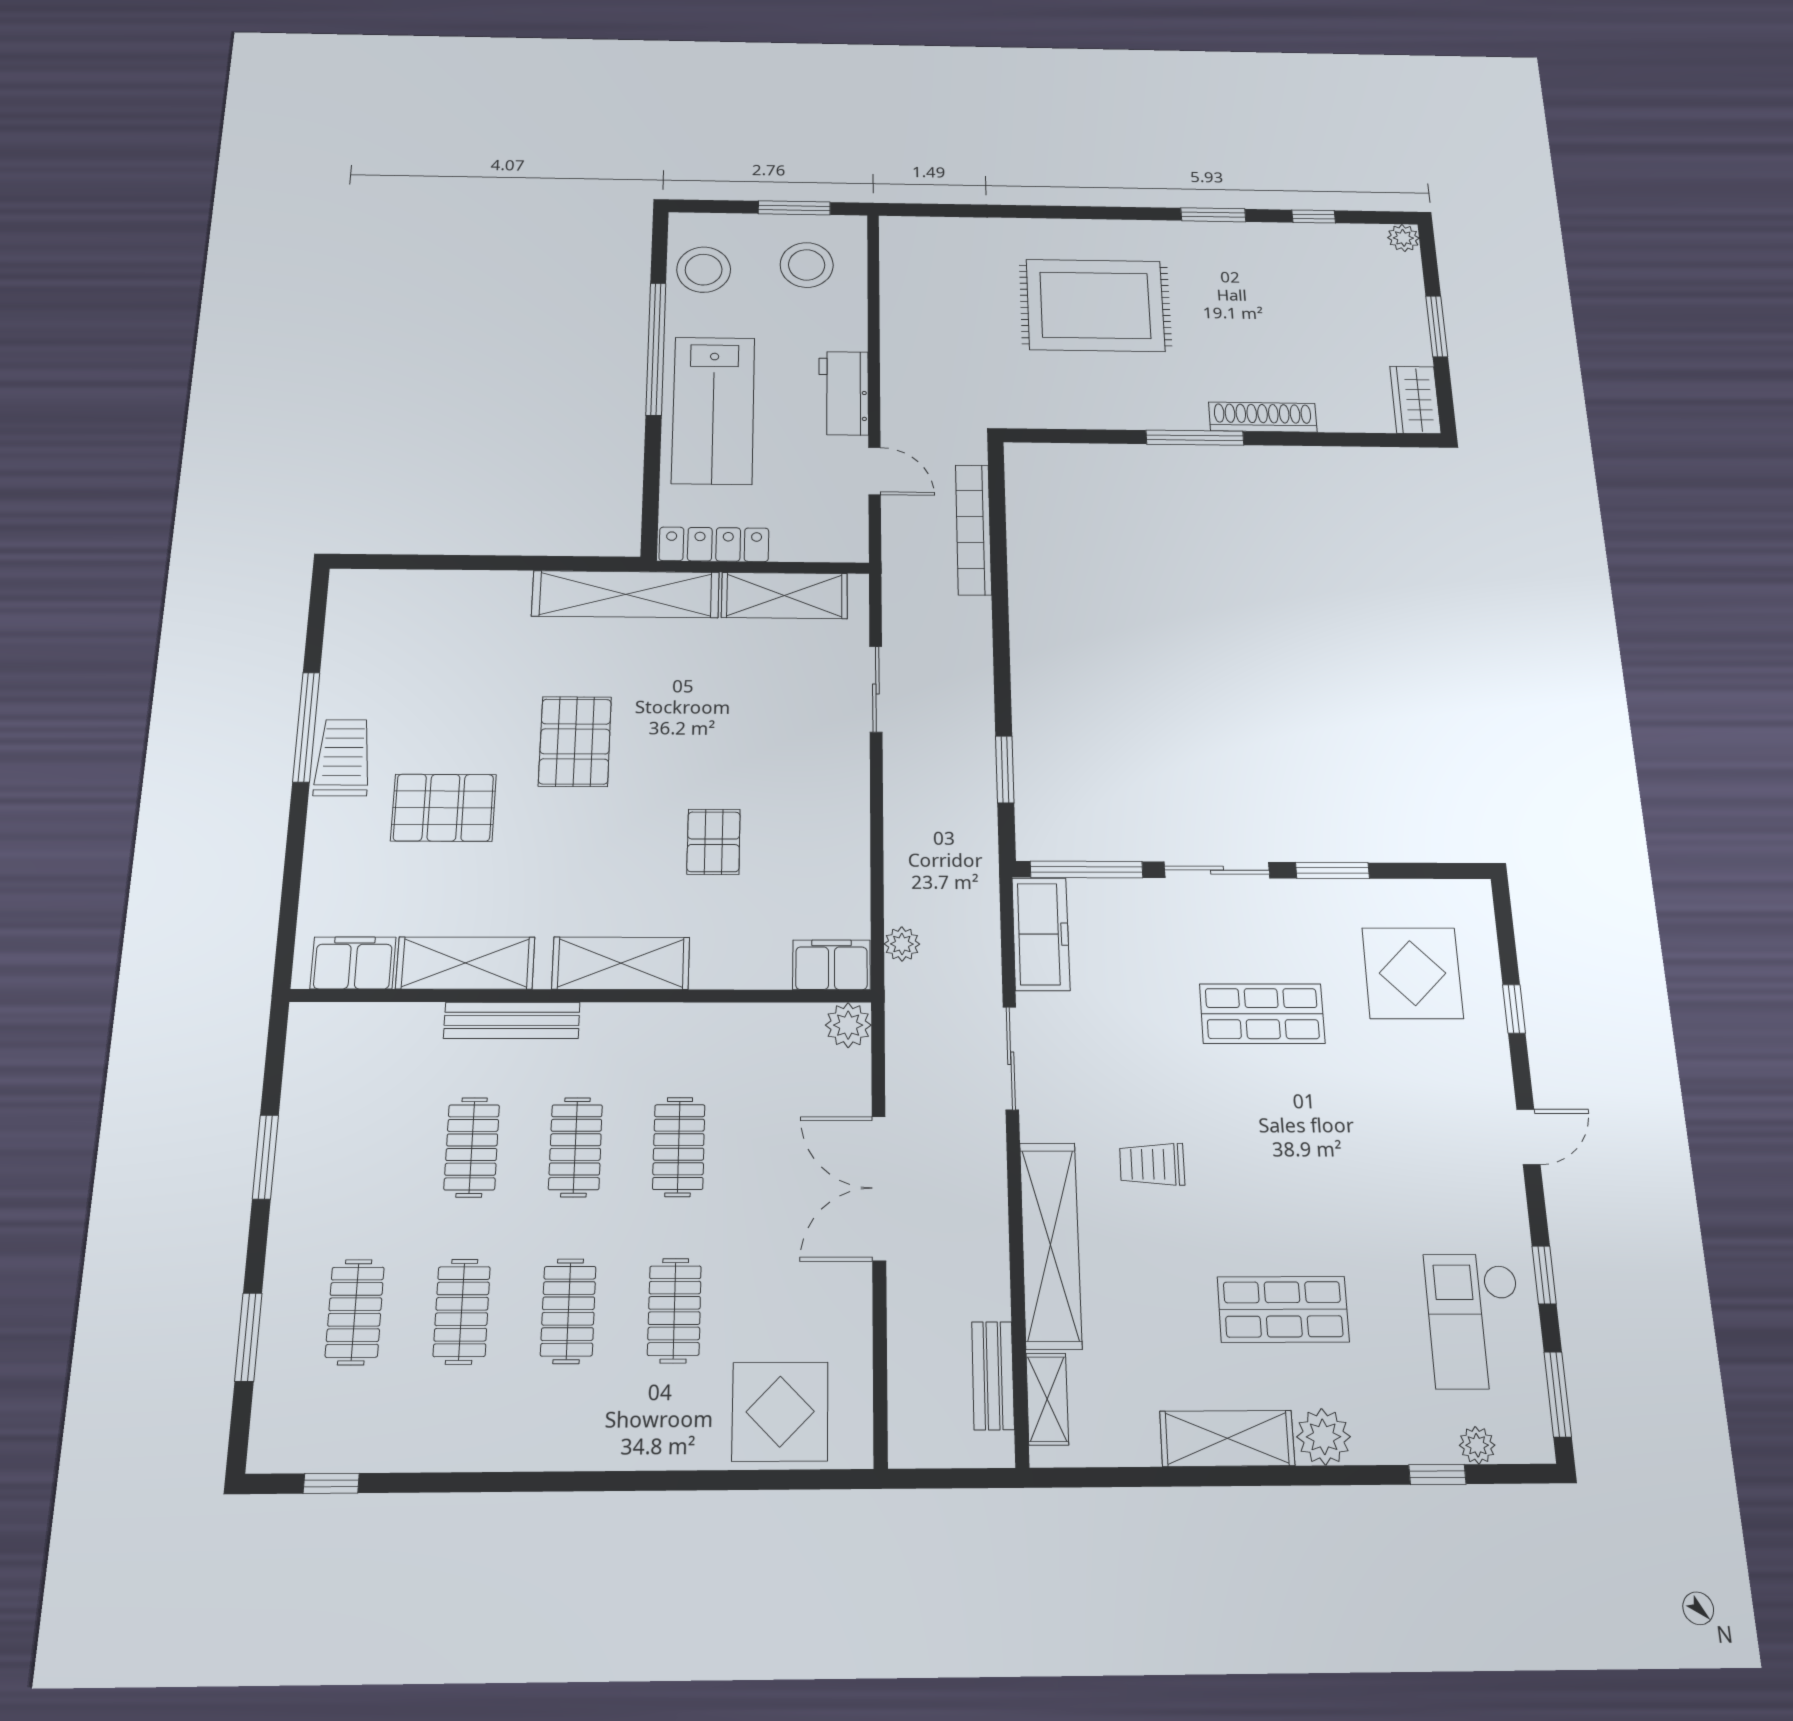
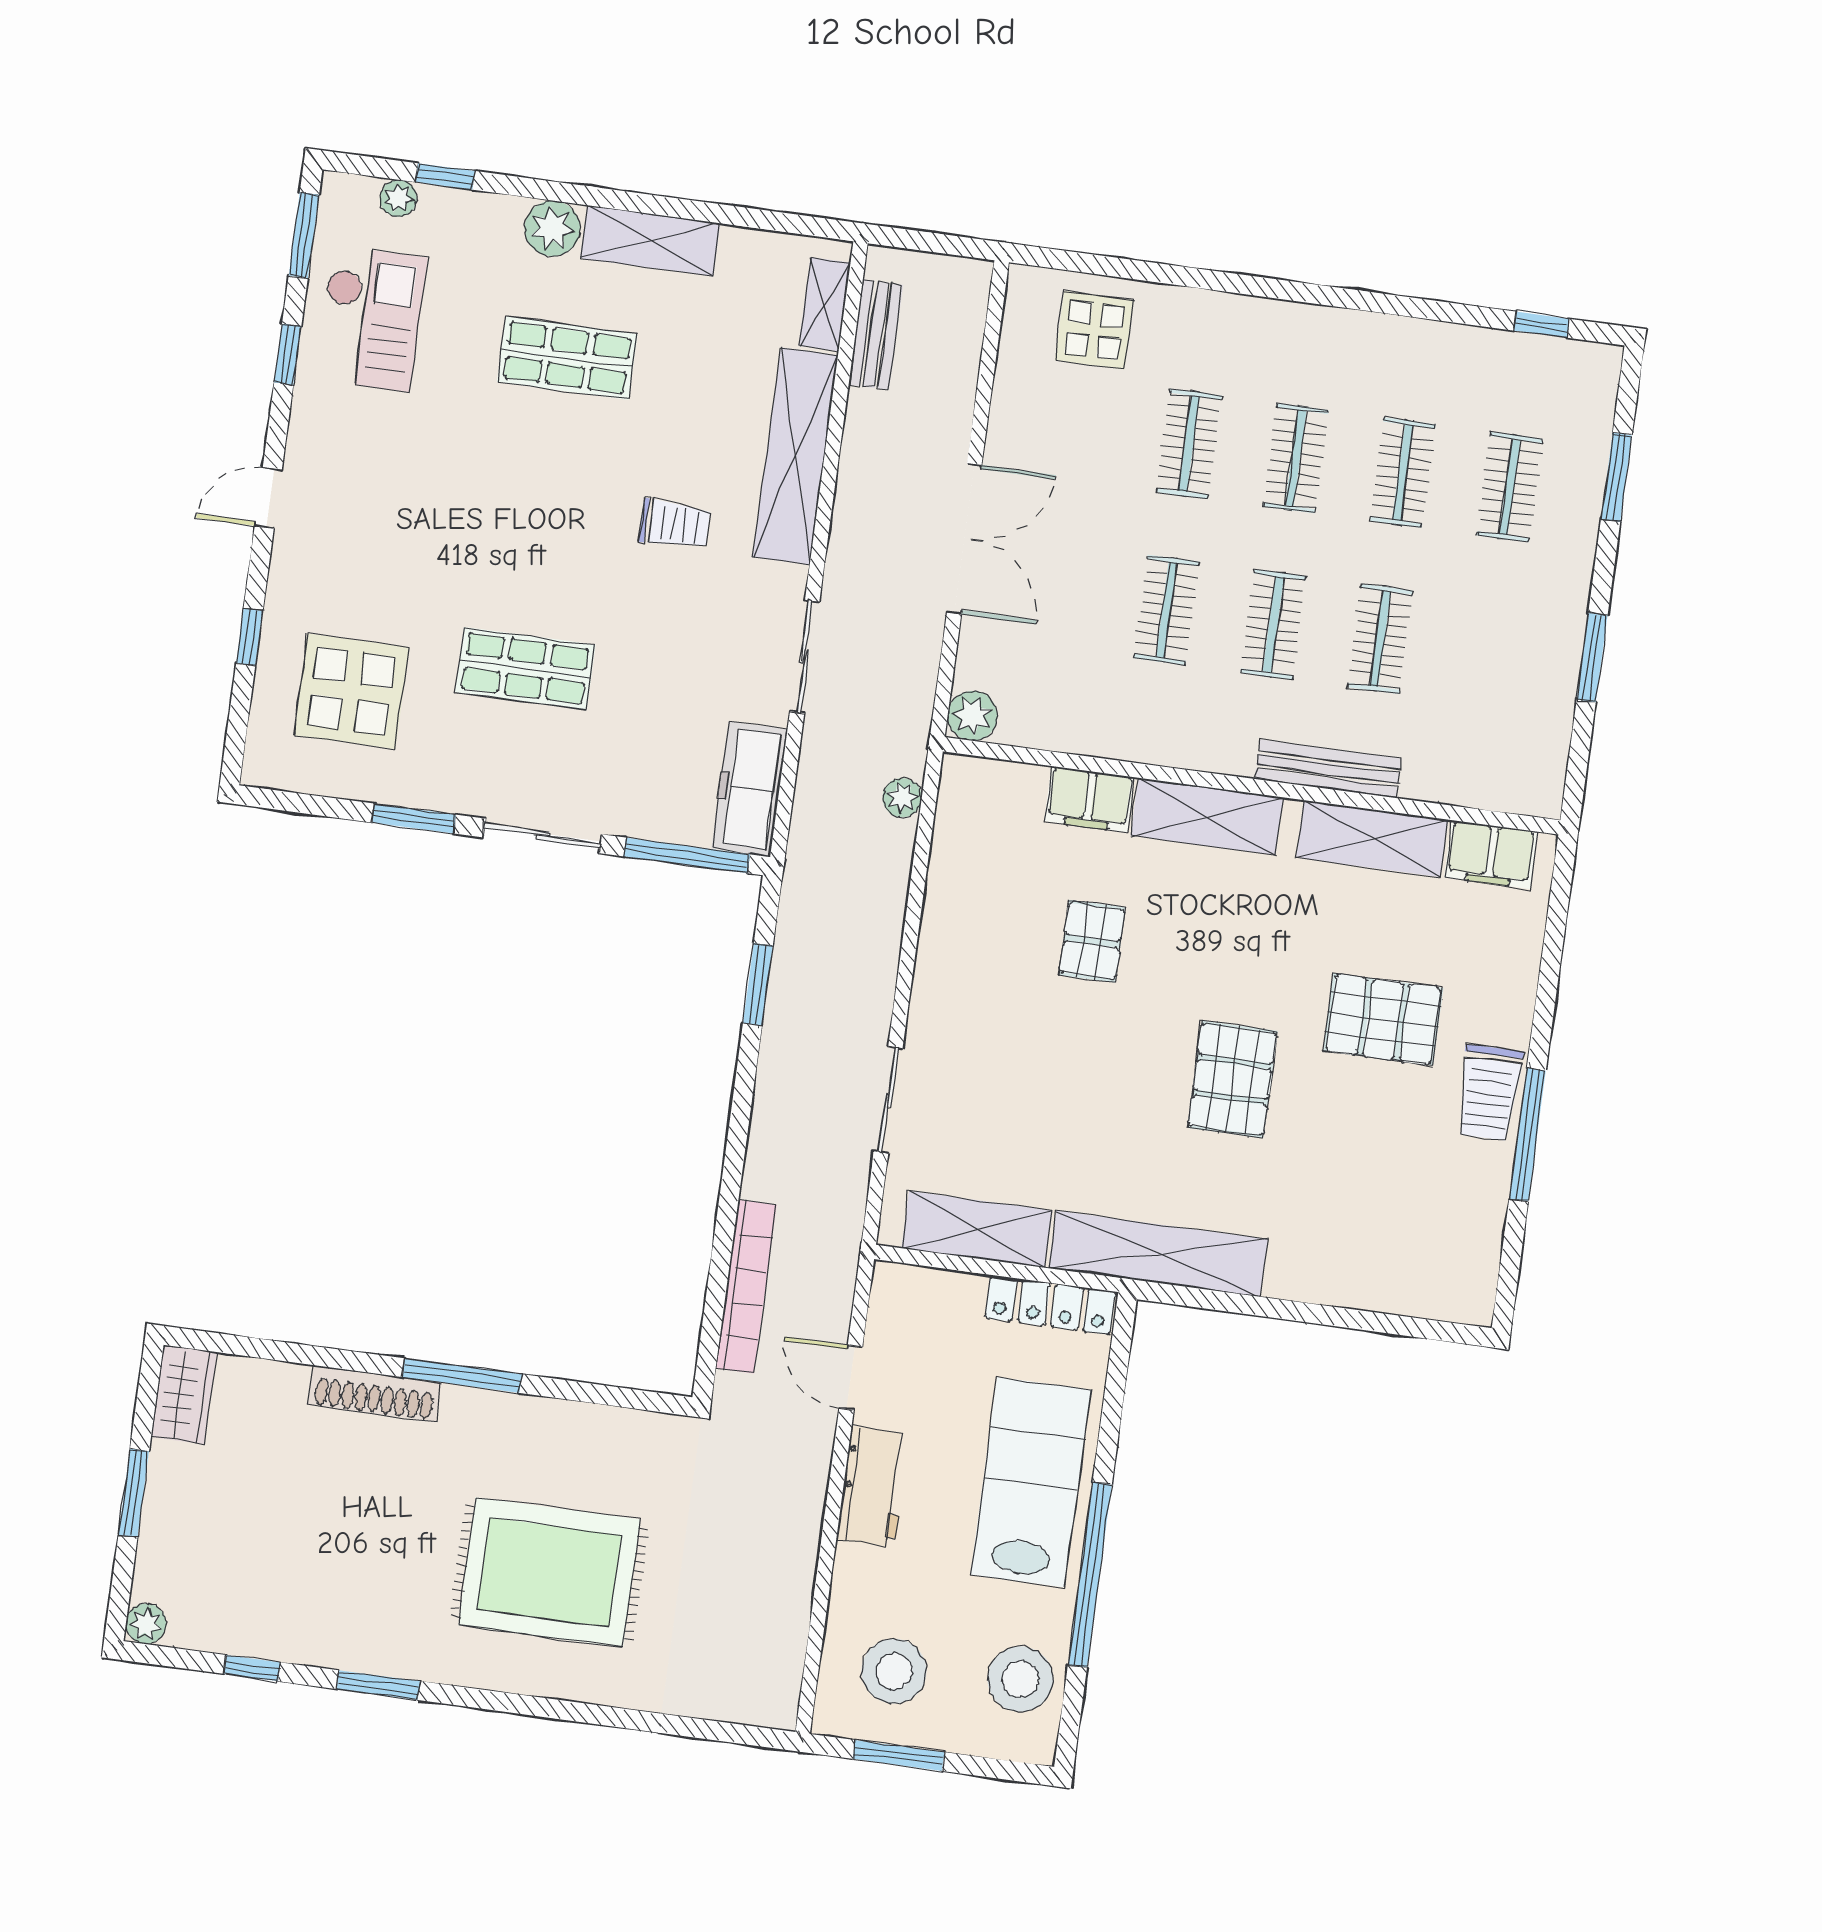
filing cabinet: (831, 965) -> (1089, 799), moved
display table: (780, 1412) -> (1094, 330), width x0.73, depth x0.73

